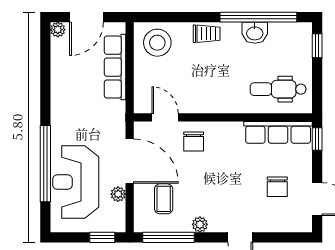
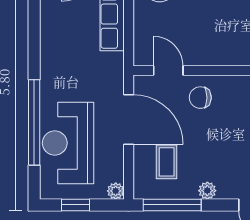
chair: (194, 141) -> (200, 98), turned 90
plant: (118, 194) -> (116, 191), moved
window: (102, 237) -> (75, 205), moved

